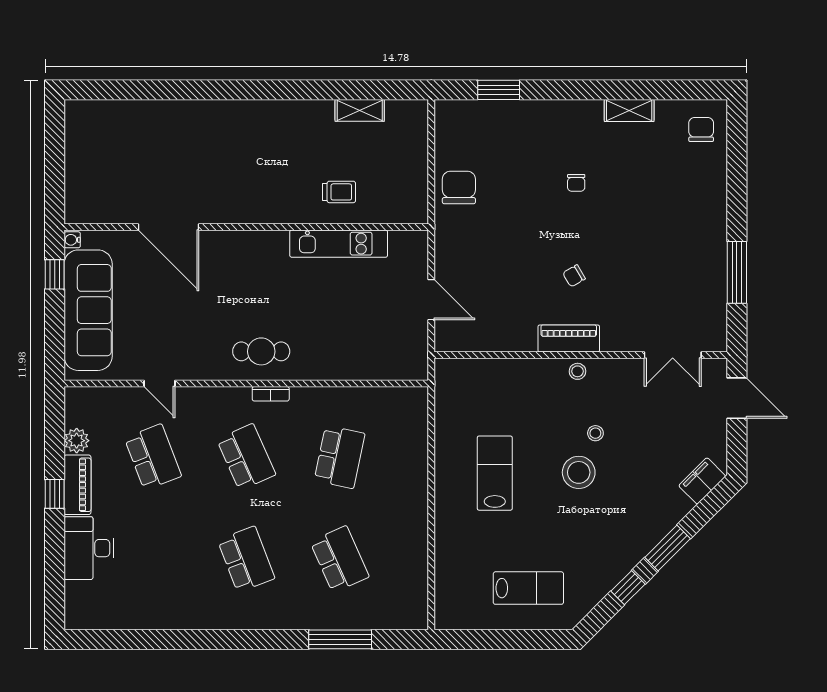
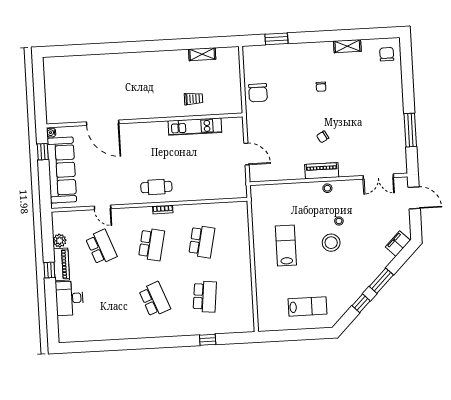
chair: (459, 187) -> (258, 93), turned 180
school desk: (246, 457) -> (151, 244), turned 36
school desk: (340, 559) -> (205, 297), turned 30
window: (340, 639) -> (208, 340), width x0.46

